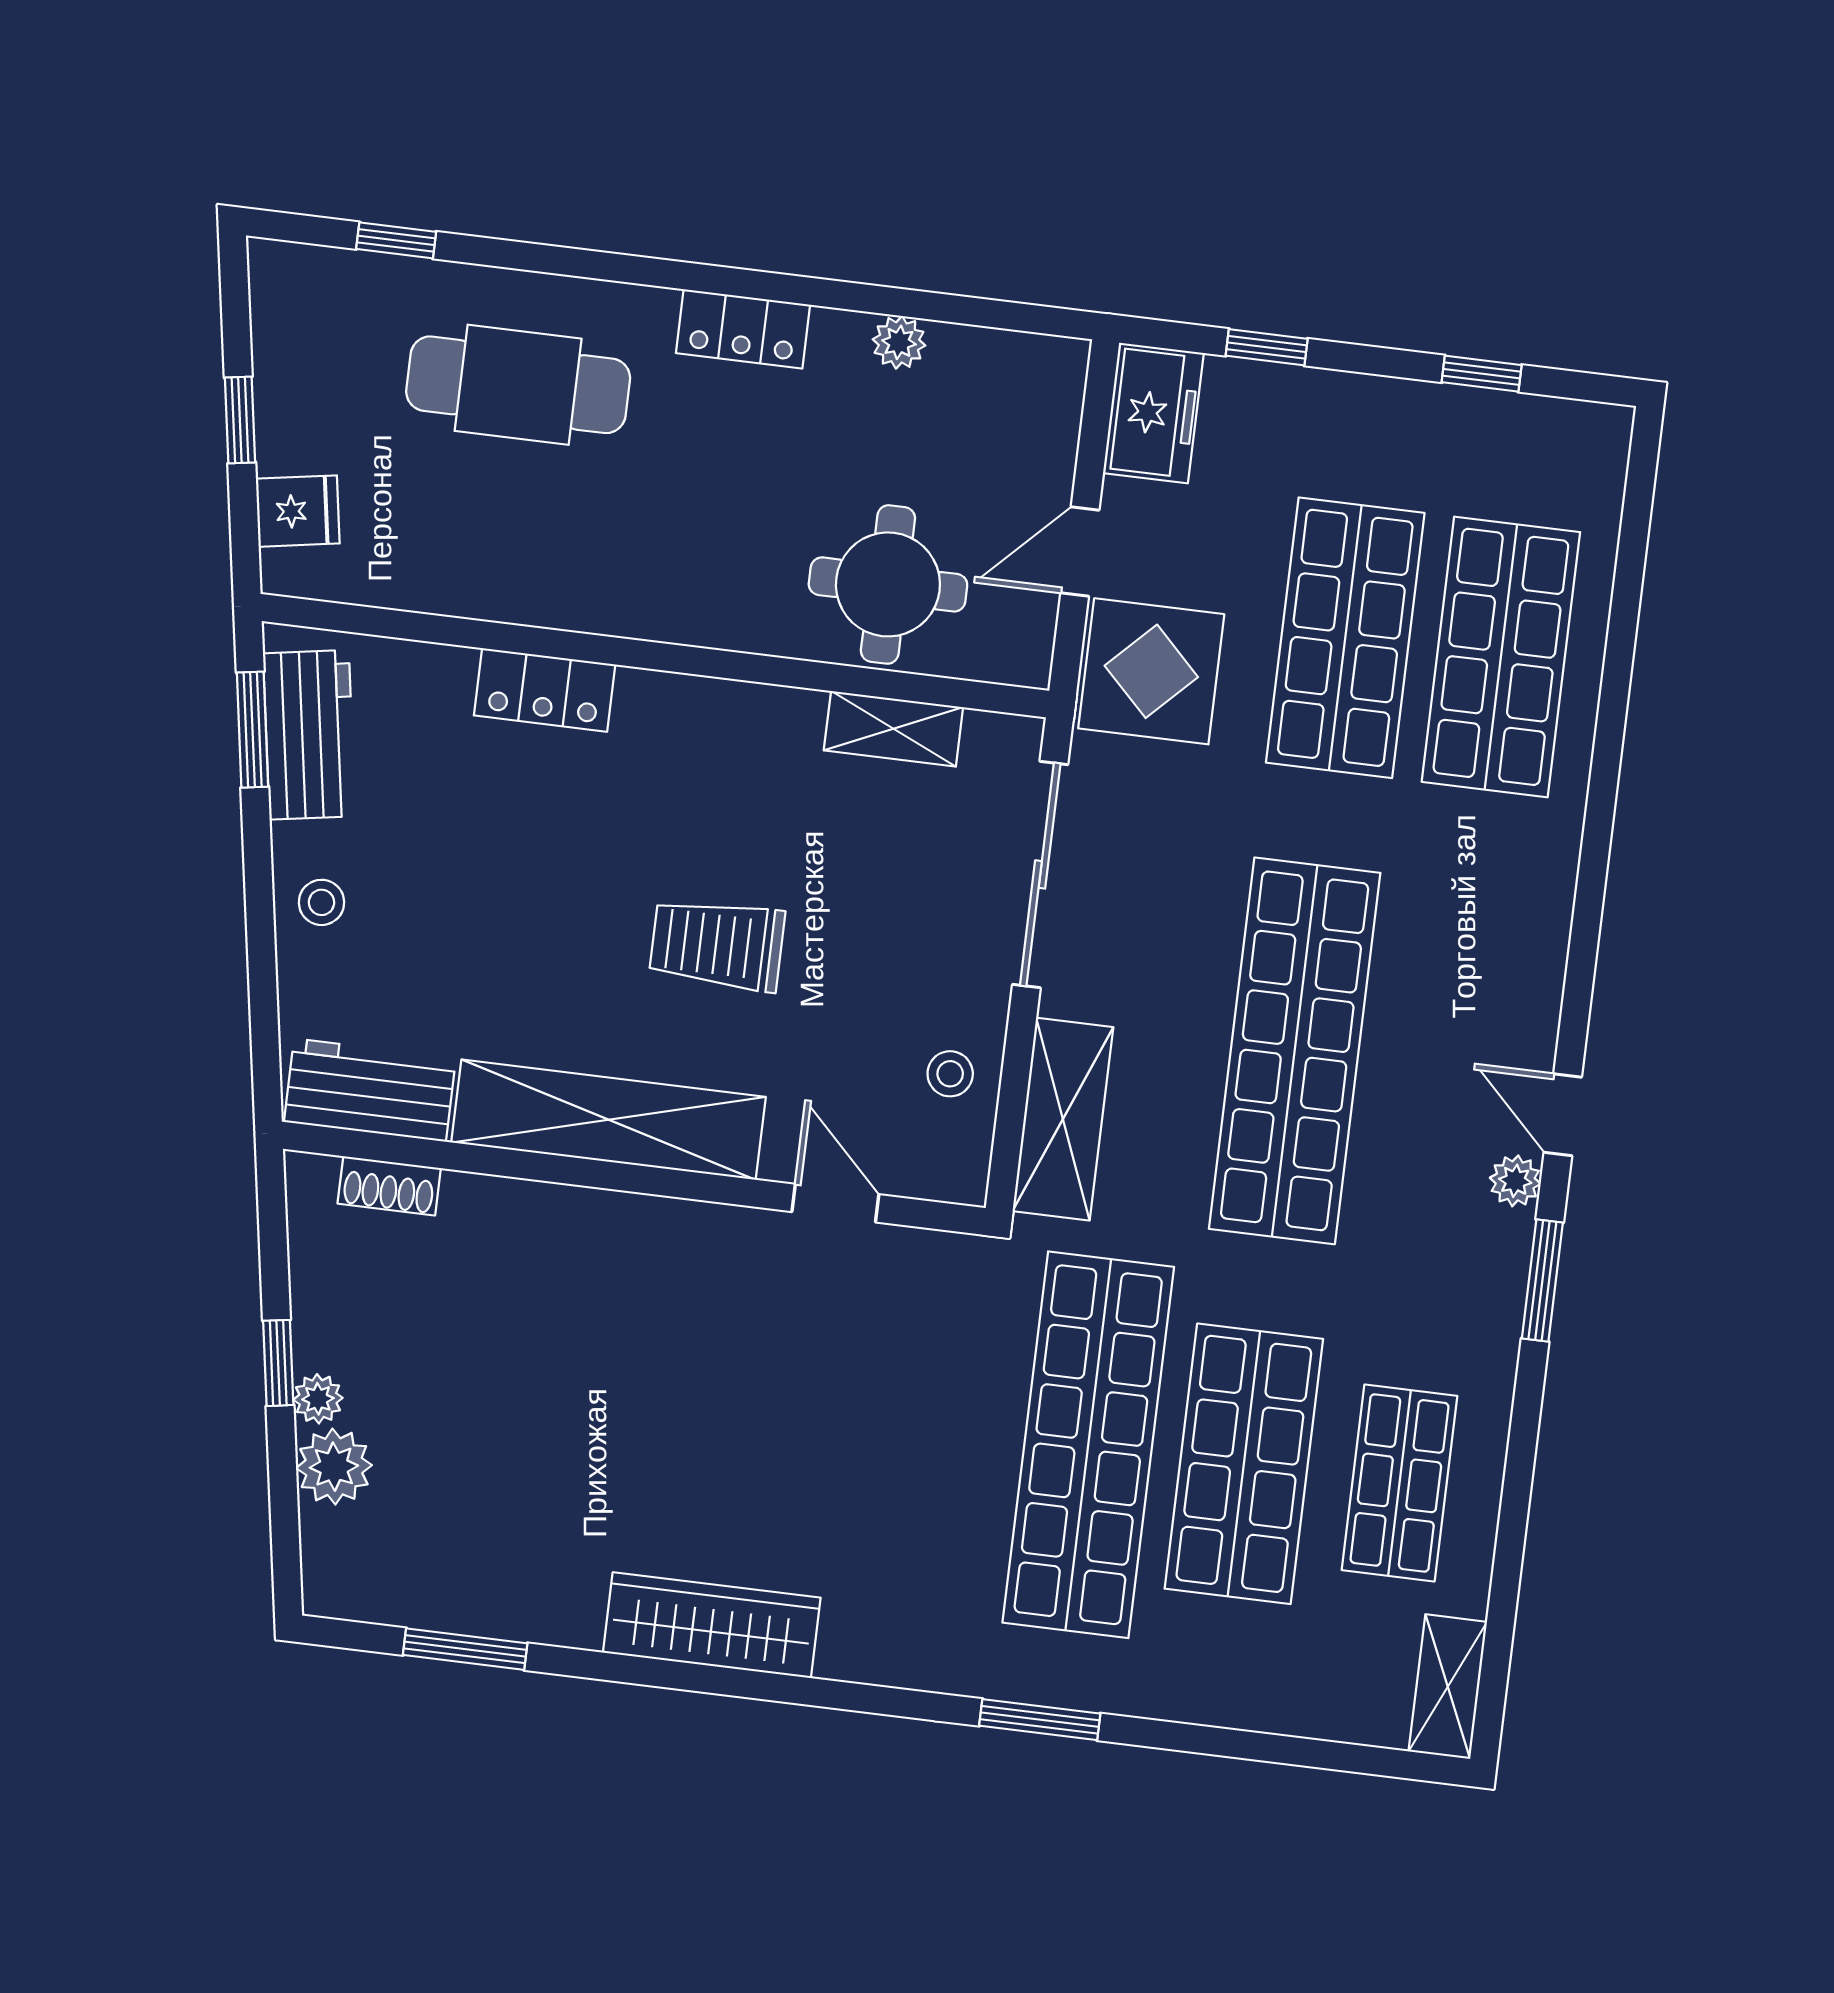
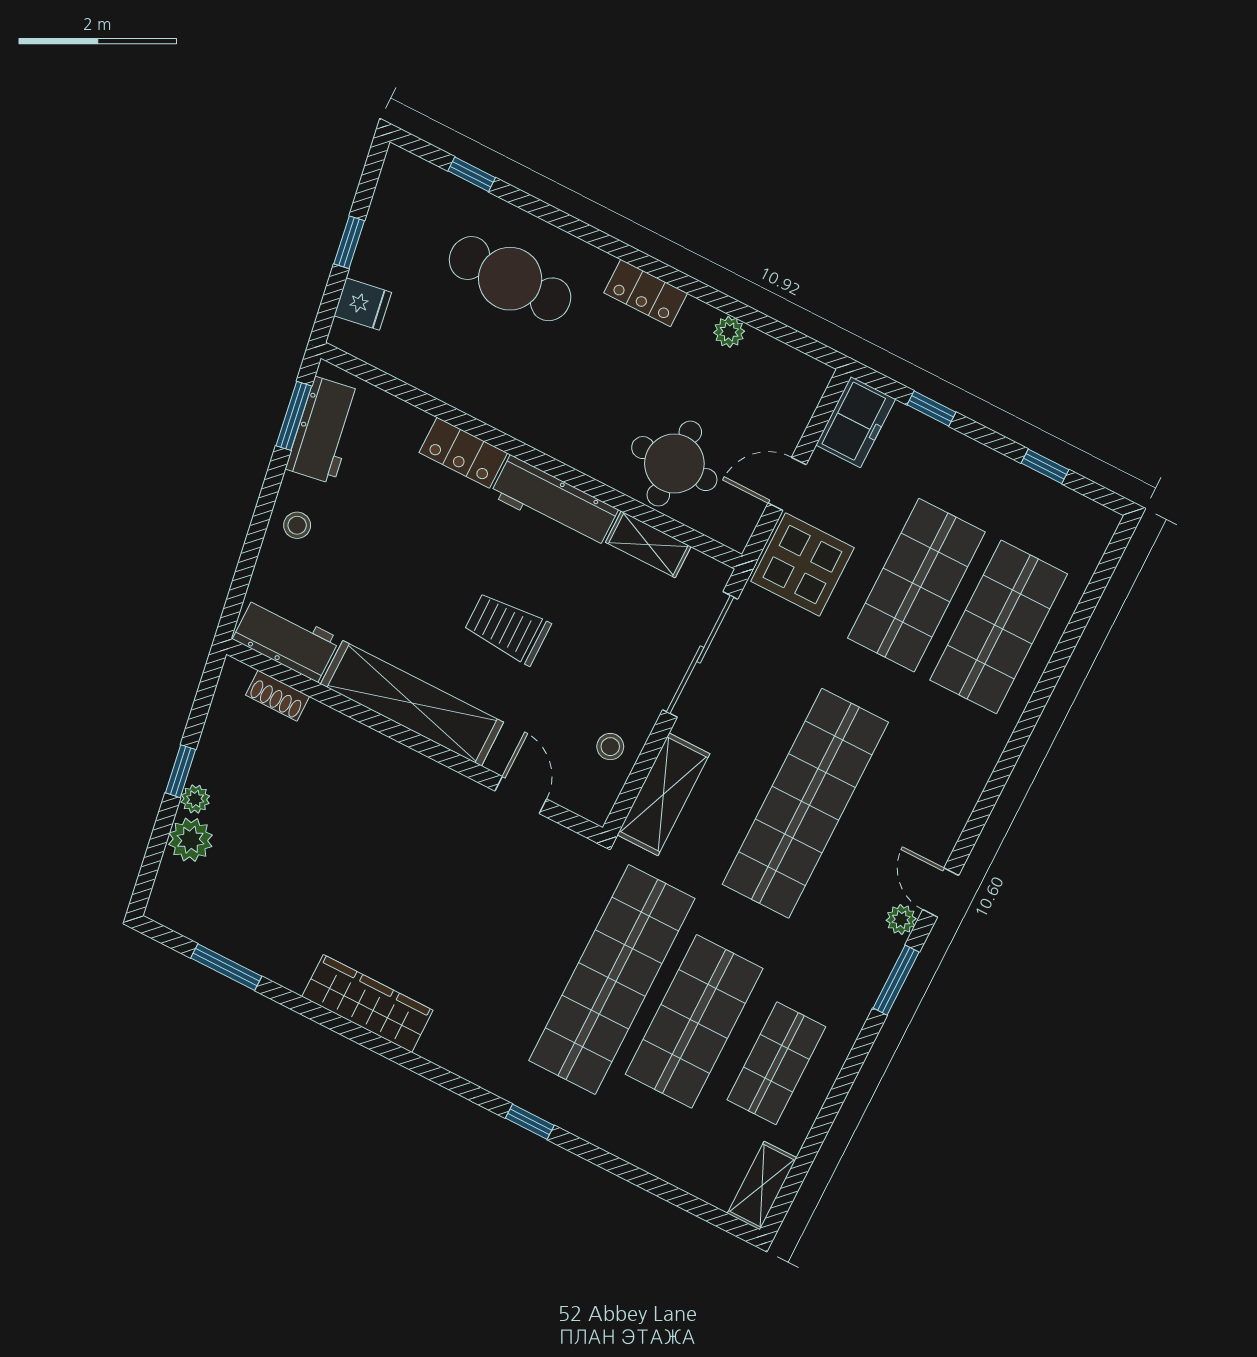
workbench: (718, 716) -> (554, 502), added
window: (1040, 1720) -> (530, 1122), width x0.67

